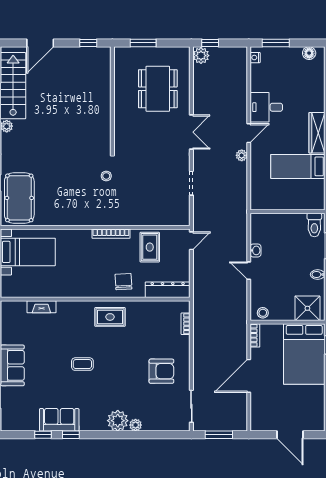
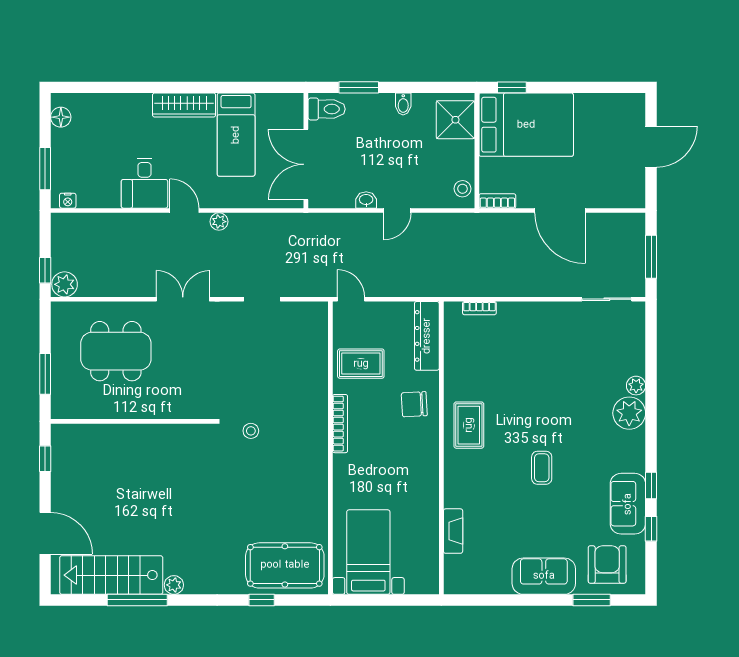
double door: (278, 212) -> (306, 164), added
armchair: (161, 371) -> (607, 565), moved

